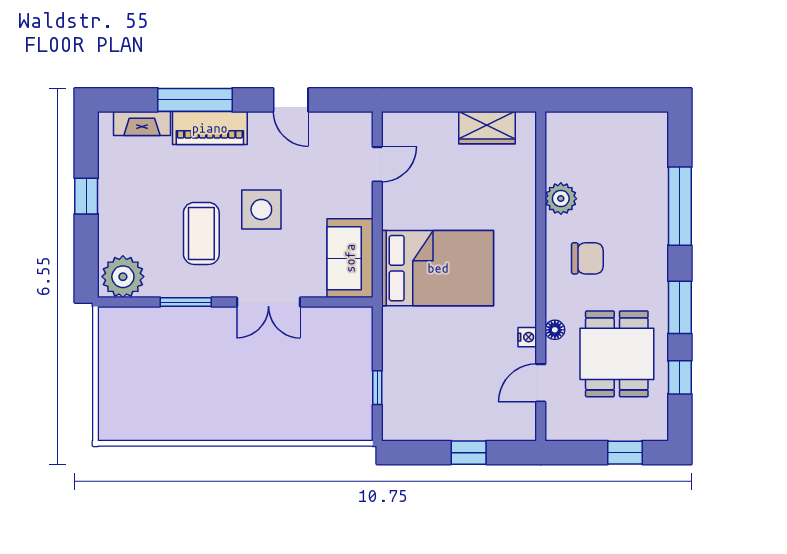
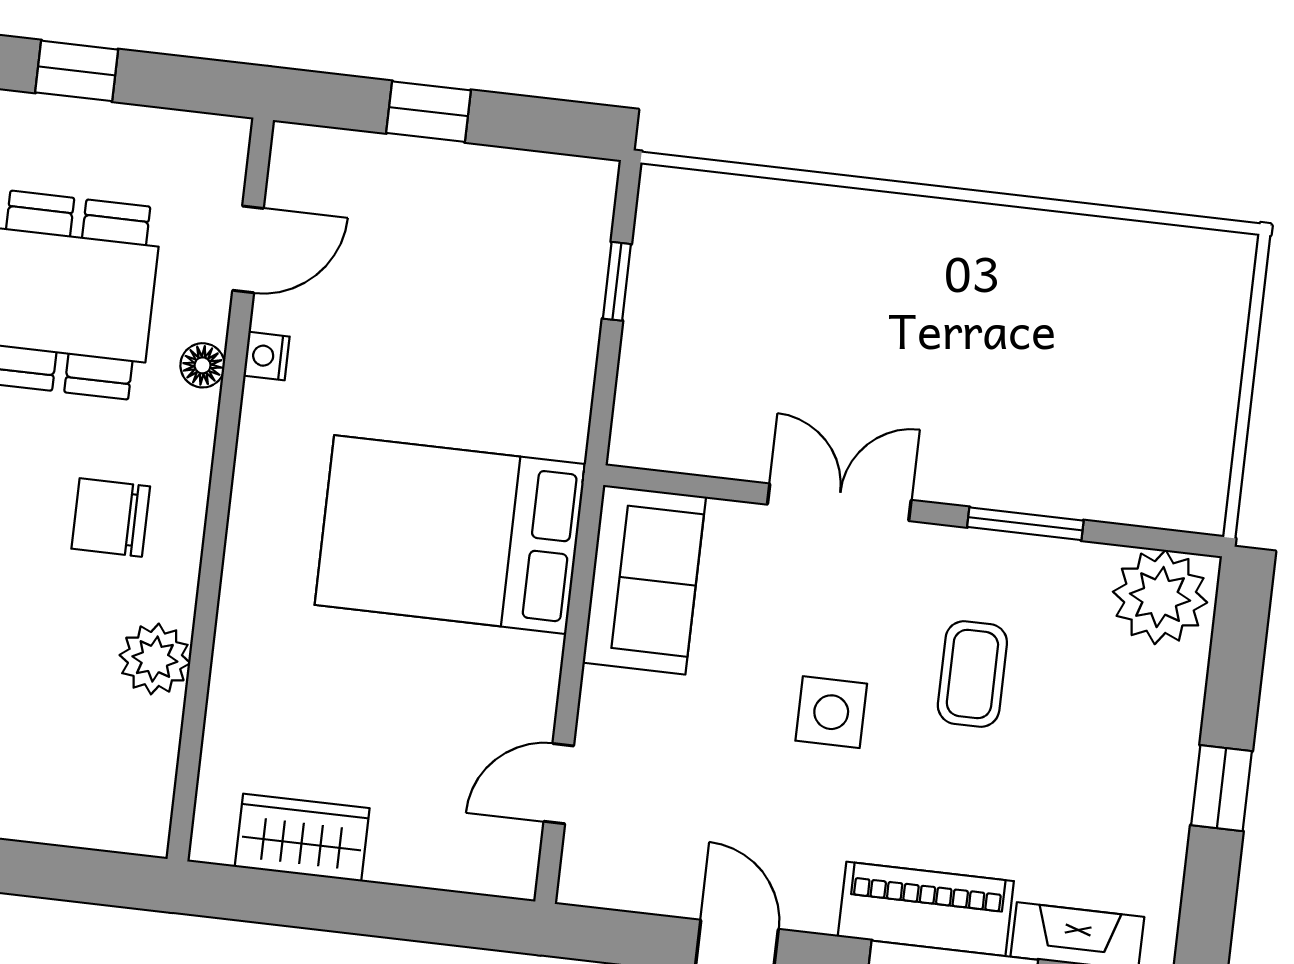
side table: (261, 210) -> (831, 712), width x0.73, depth x0.73
coffee table: (201, 233) -> (972, 674), width x0.73, depth x0.77

